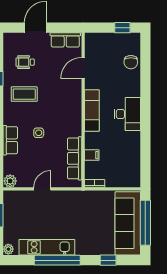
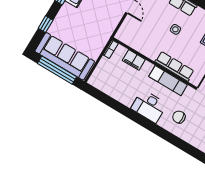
chair: (131, 62) -> (179, 117), moved
filing cabinet: (92, 155) -> (134, 60), width x2.00
row of seats: (75, 158) -> (174, 66), moved

